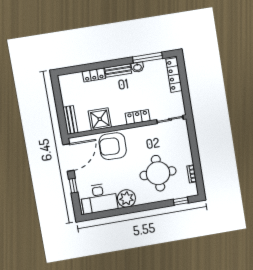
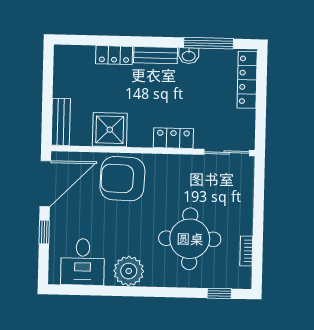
desk: (99, 198) -> (83, 262), width x0.73

